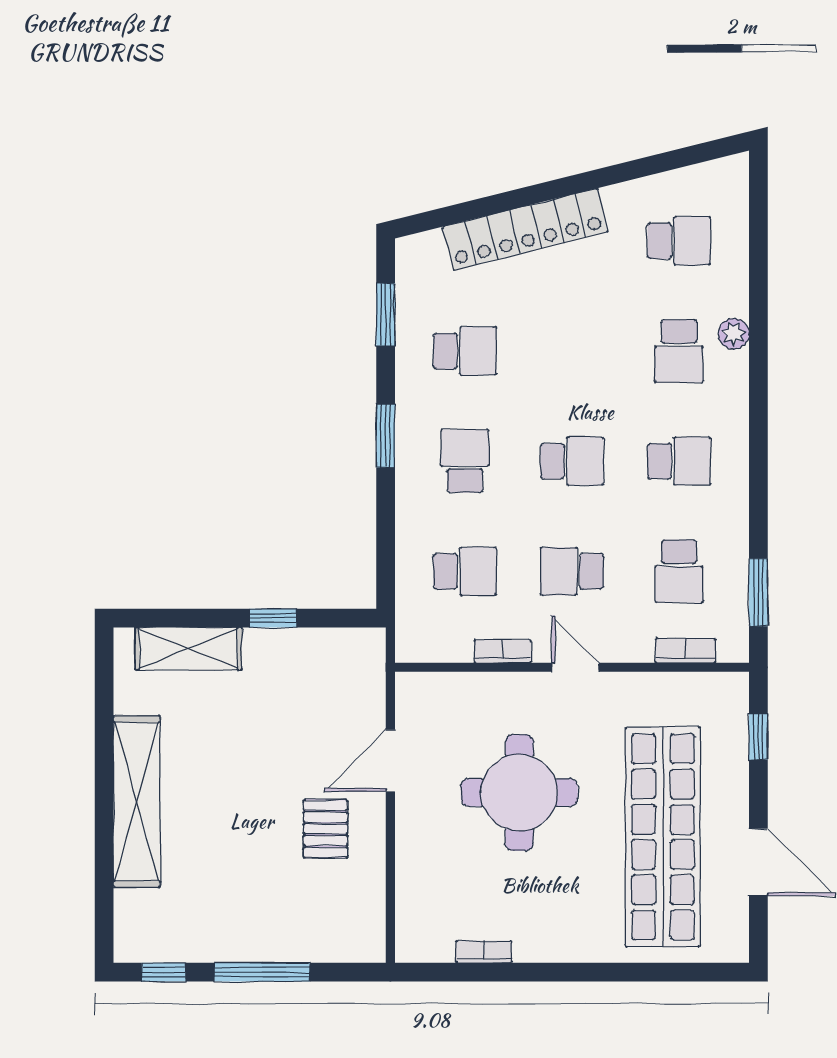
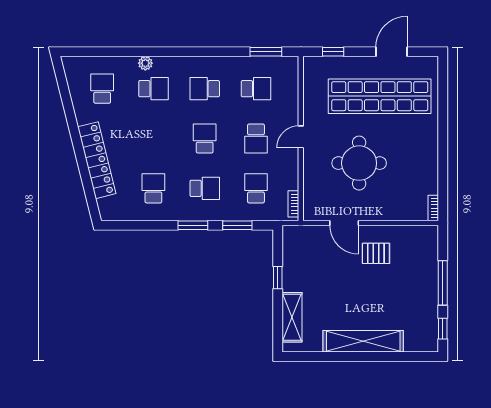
window: (386, 315) -> (237, 225), moved
school desk: (465, 461) -> (205, 188), turned 180
school desk: (679, 461) -> (205, 89), turned -90
bookcase: (503, 651) -> (293, 204), moved
bookcase: (685, 651) -> (293, 86), removed
bookcase: (484, 952) -> (433, 208), moved

